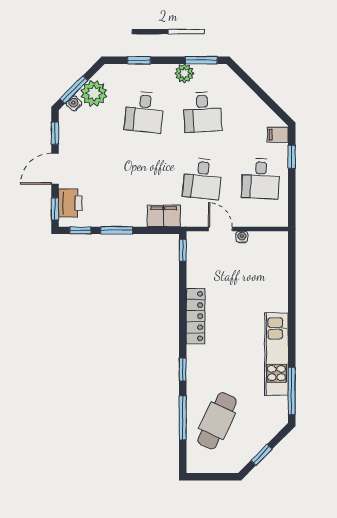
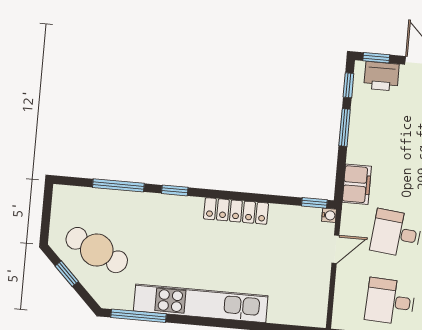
water cooler: (242, 237) -> (329, 215), moved
kitchen unit: (276, 354) -> (201, 303), width x1.36
cafe table: (217, 421) -> (97, 250), moved

